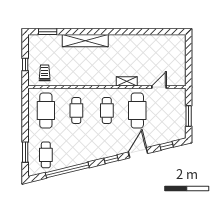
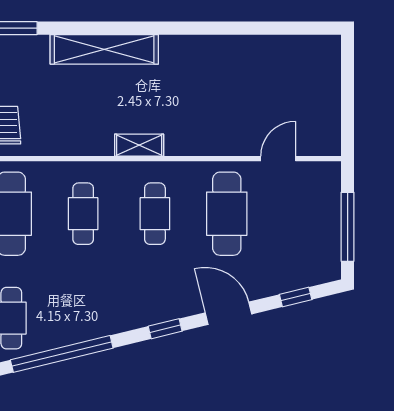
shelving: (127, 81) -> (139, 145), moved
window: (189, 116) -> (348, 227), width x1.44
door: (138, 153) -> (228, 313), hinge flipped

